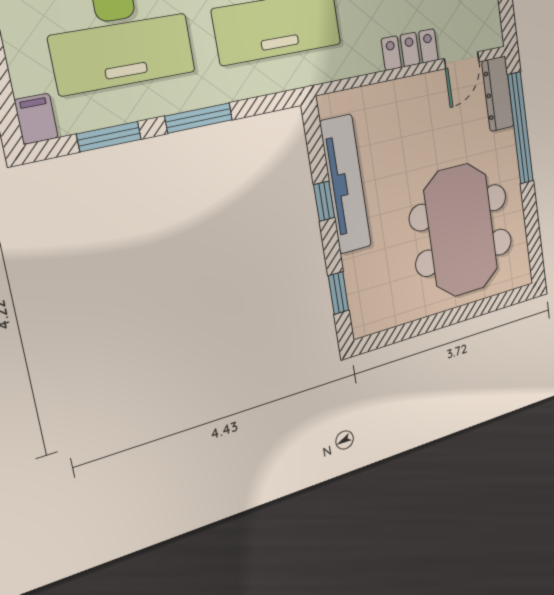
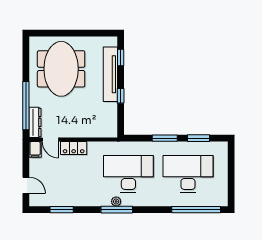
door: (462, 60) -> (50, 140), swing flipped
filing cabinet: (36, 119) -> (35, 149), moved
tv unit: (346, 184) -> (110, 74), moved

